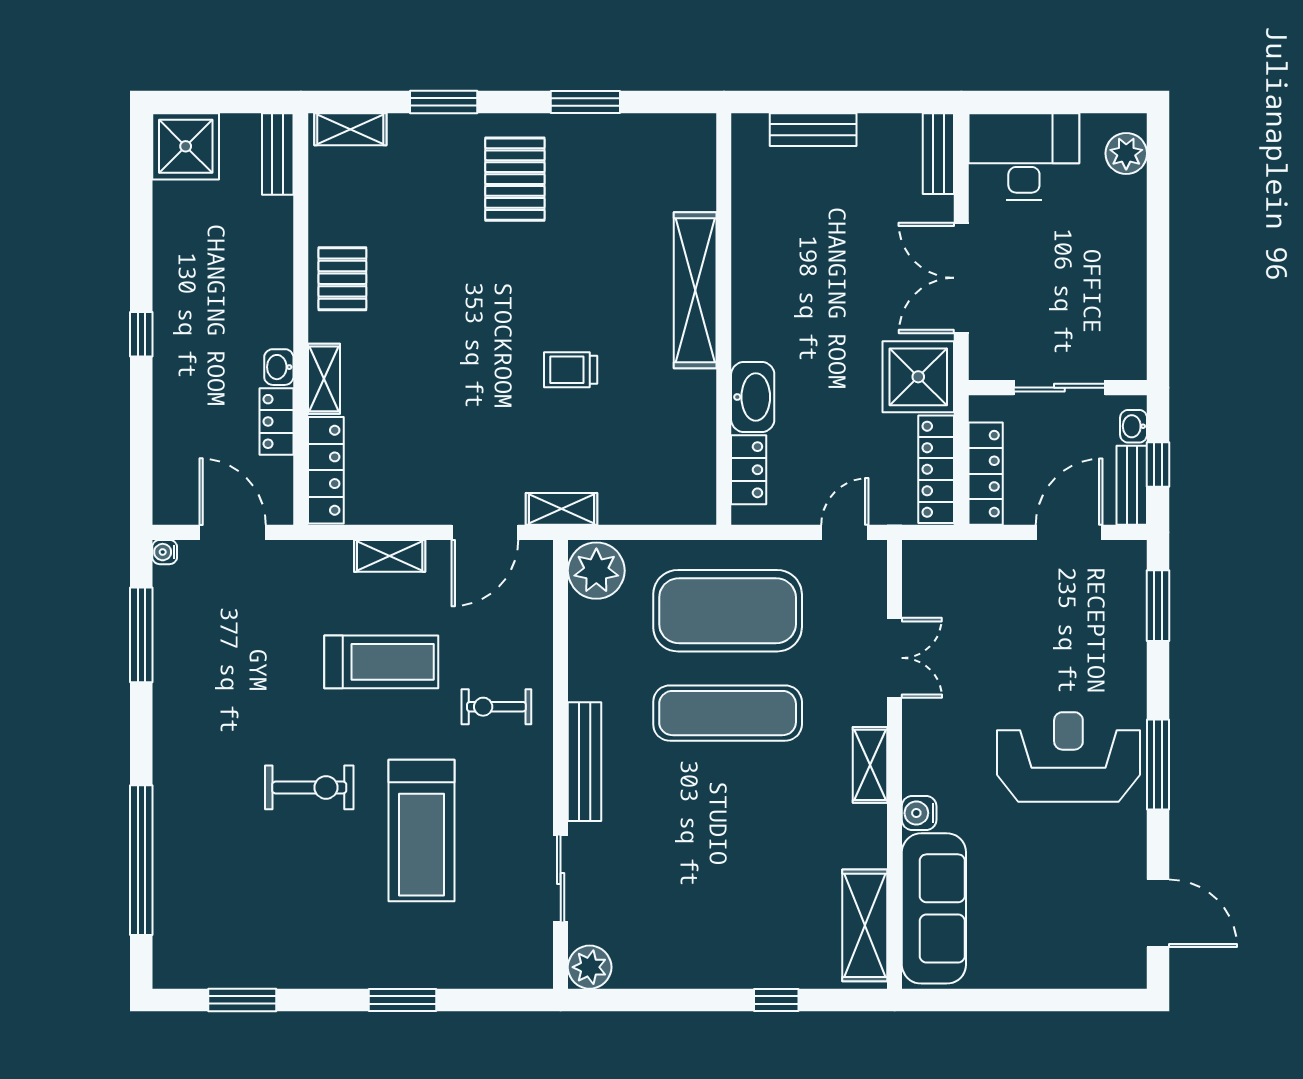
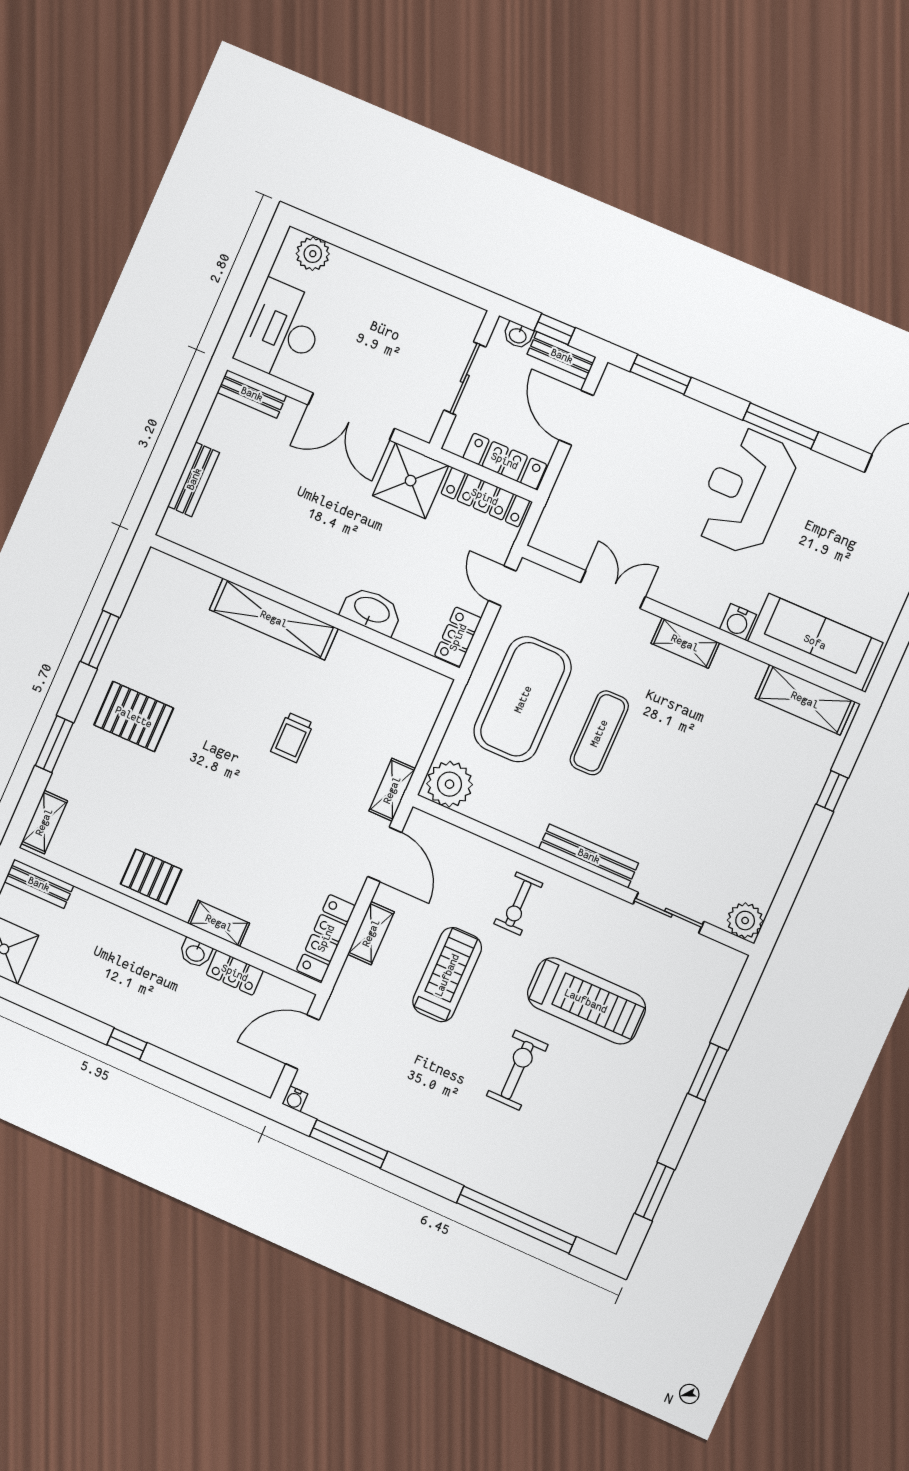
locker: (326, 470) -> (326, 938), moved, turned -90
locker: (749, 470) -> (458, 637), moved, turned -90
exercise mat: (728, 713) -> (599, 733), width x0.73, depth x0.69

